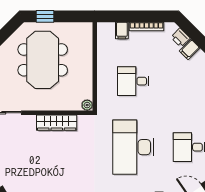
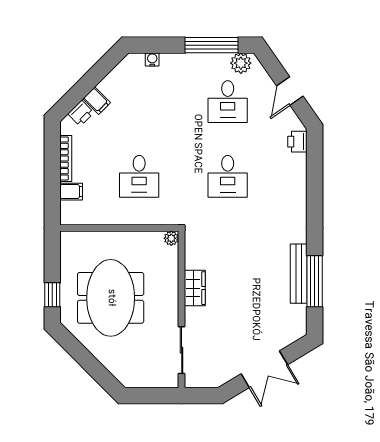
meeting table: (43, 60) -> (111, 298), turned 90
wardrobe: (57, 123) -> (195, 288), width x0.67
desk: (133, 147) -> (228, 176), width x0.53, depth x0.77

